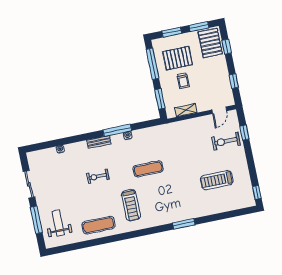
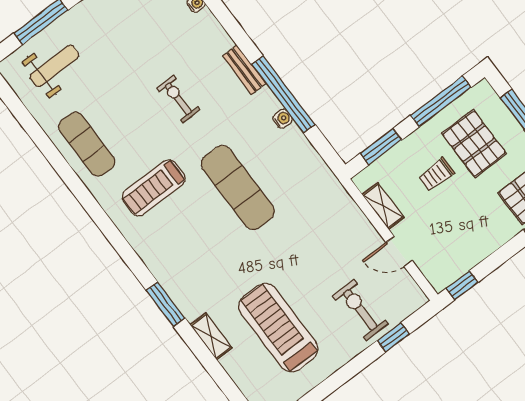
window: (234, 81) -> (462, 285), moved
door: (219, 110) -> (399, 251), moved
window: (117, 130) -> (283, 94), width x1.46
exercise mat: (148, 169) -> (238, 187), width x1.36, depth x1.45
treadmill: (217, 180) -> (278, 328), width x1.37, depth x1.38
shelving: (207, 211) -> (211, 336), added

